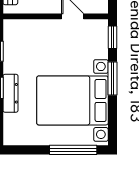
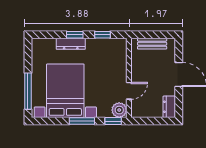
plant: (98, 29) -> (119, 110), added

